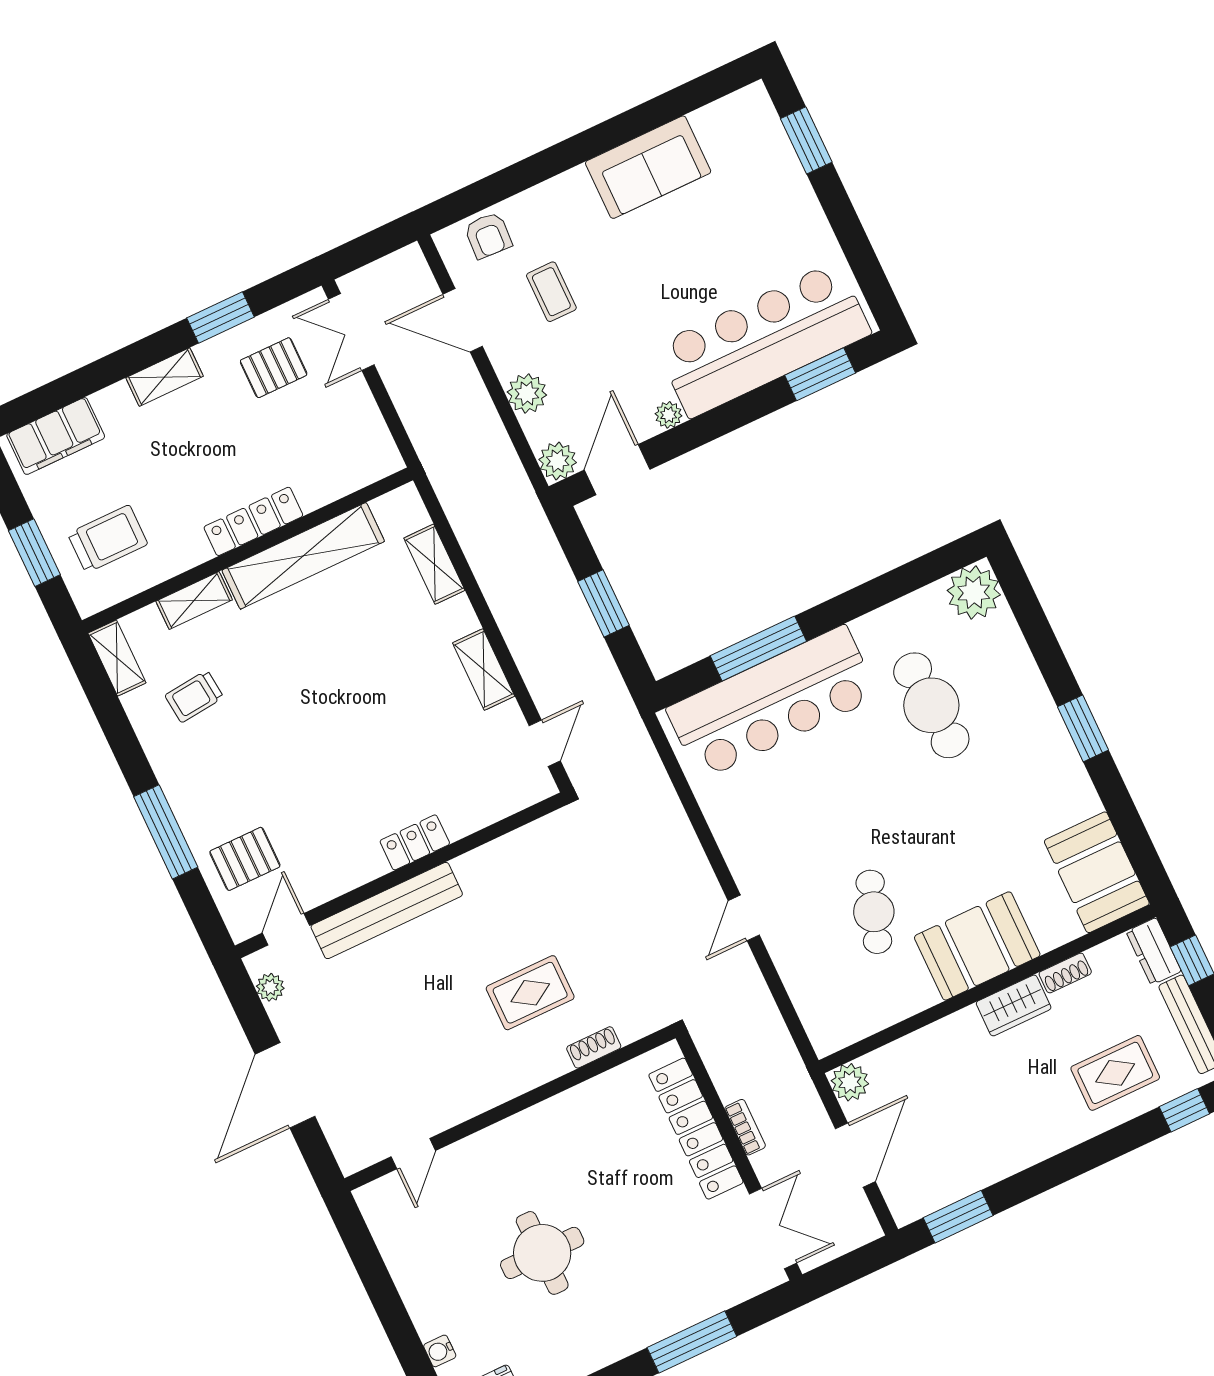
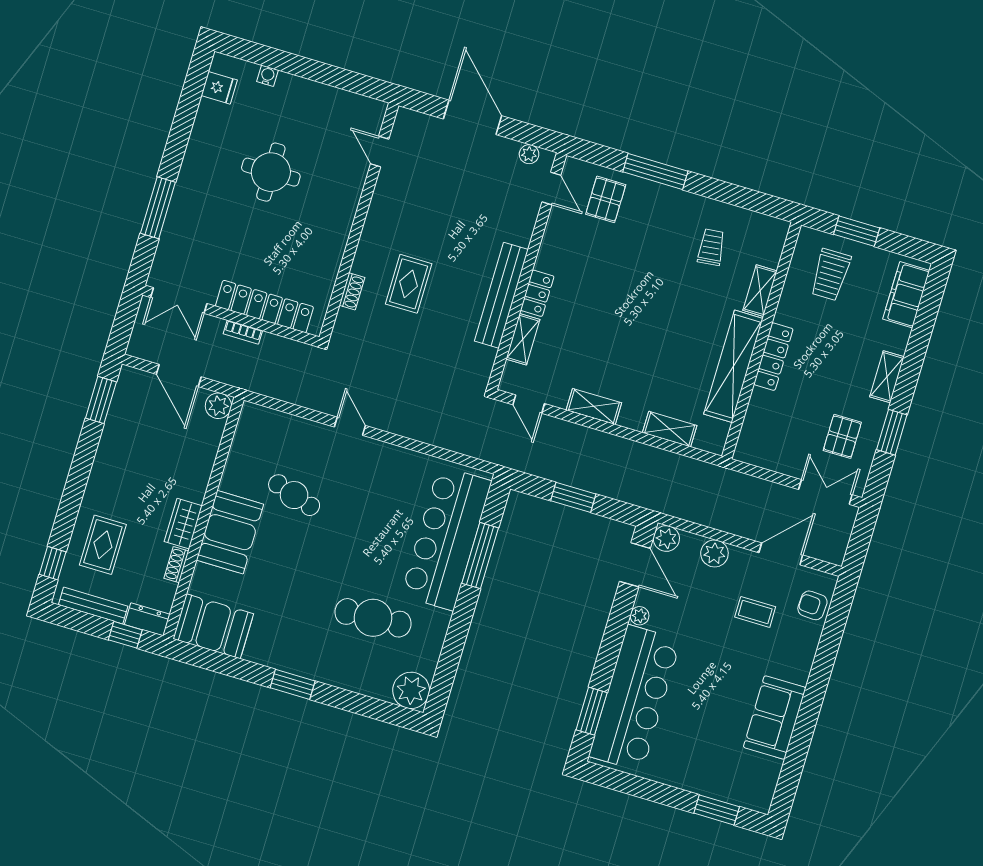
shelving: (117, 658) -> (523, 339), moved, turned 90
bench: (387, 911) -> (501, 295), moved

